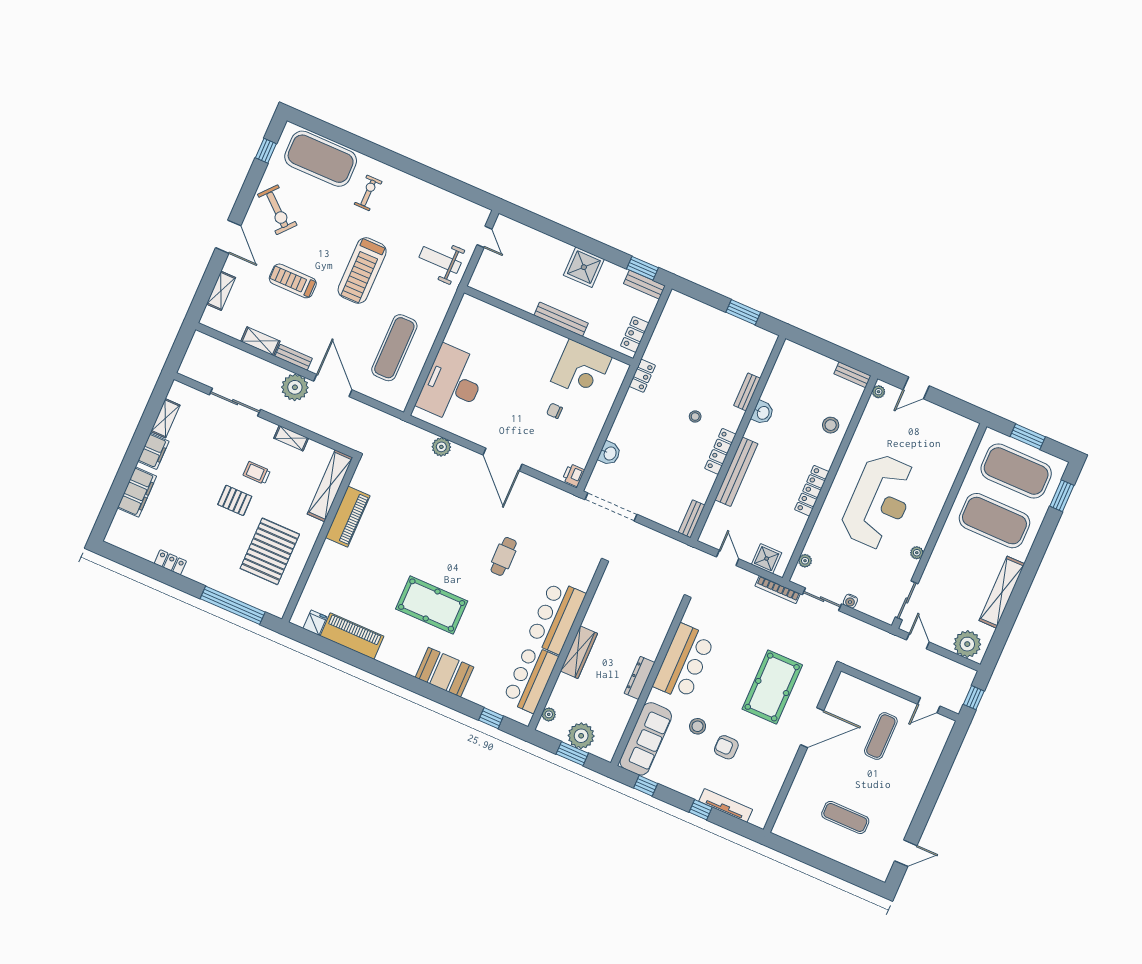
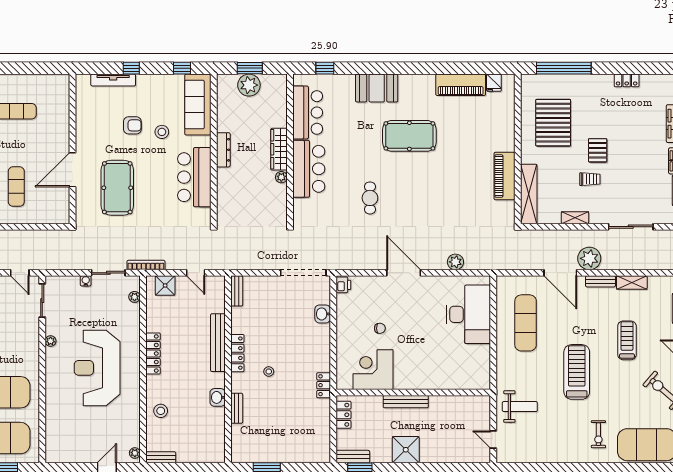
treadmill: (293, 281) -> (627, 340), turned -90
pallet: (235, 500) -> (598, 150), turned 90
plant: (549, 714) -> (281, 177), moved

